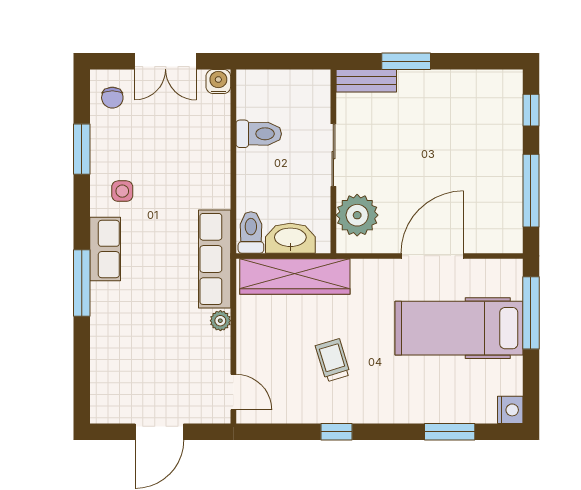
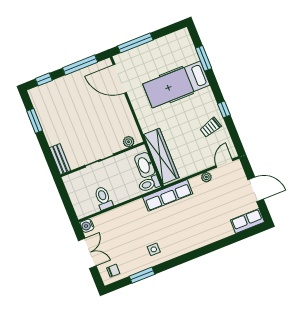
window: (406, 61) -> (35, 121), moved
plant: (357, 215) -> (129, 142), width x0.53, depth x0.53
row of seats: (105, 249) -> (247, 221), moved
door: (432, 256) -> (120, 79), moved
window: (82, 283) -> (203, 251), removed
plant: (220, 321) -> (206, 177), moved
hospital bed: (459, 328) -> (176, 84), moved, turned 90
trolley: (333, 360) -> (210, 127), moved
nightstand: (510, 410) -> (183, 35), removed

